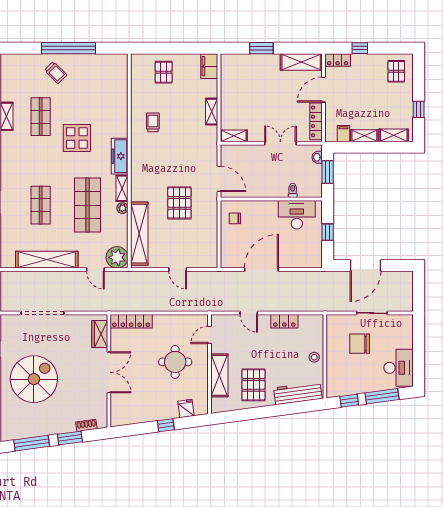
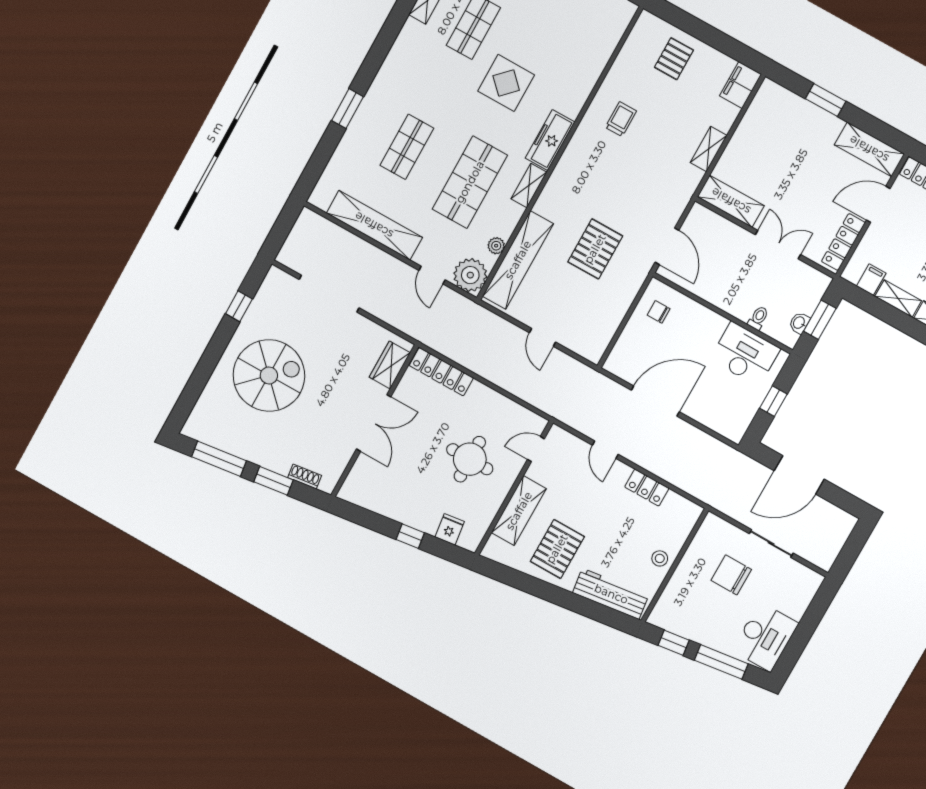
shelving: (234, 136) -> (731, 201), width x1.50, depth x1.33
washbasin: (317, 157) -> (799, 323), moved
plant: (122, 208) -> (496, 246), moved

